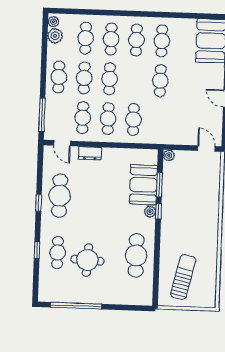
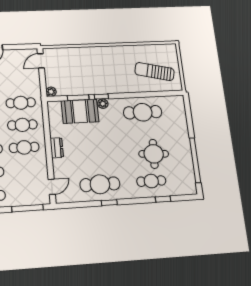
cafe table: (83, 118) -> (21, 103), moved
dresser: (90, 153) -> (57, 148), moved
window: (37, 250) -> (163, 199), moved

